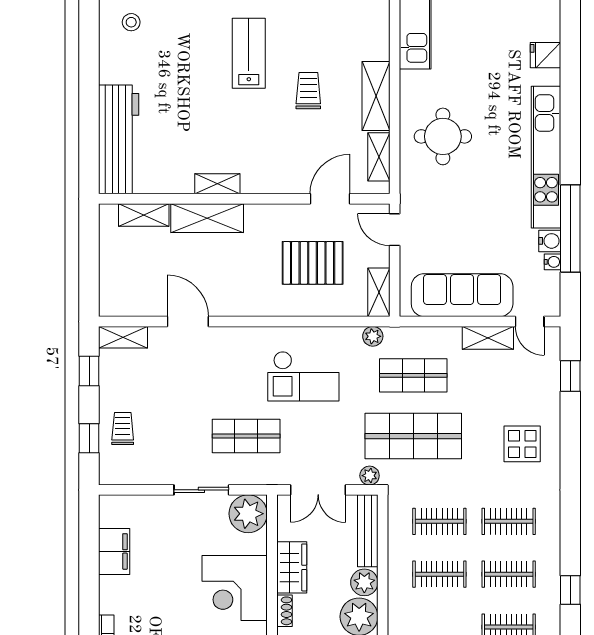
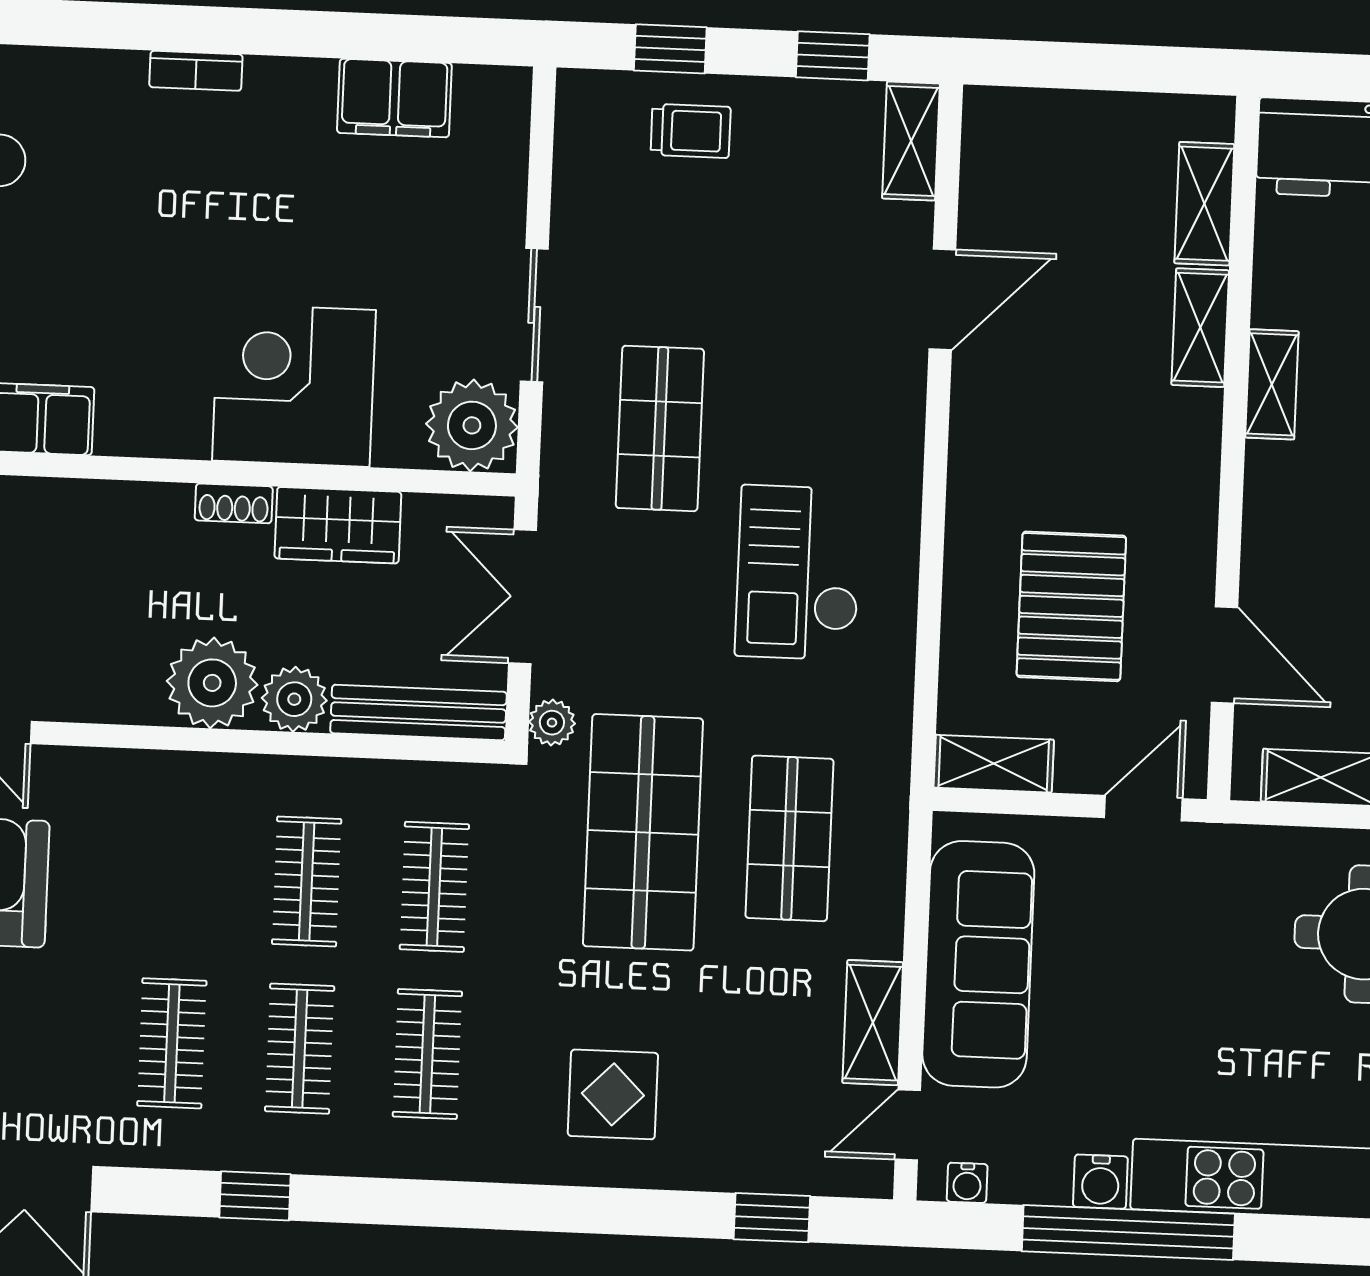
shelving: (207, 218) -> (1200, 328), width x0.67, depth x0.75
water cooler: (553, 262) -> (967, 1183), moved
plant: (373, 336) -> (888, 745), removed

